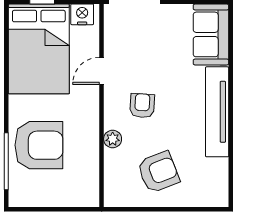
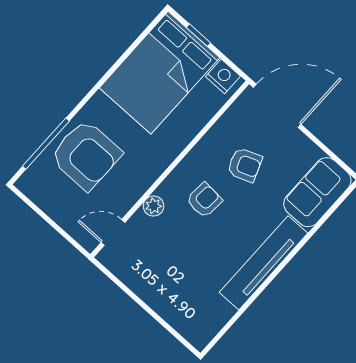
door: (102, 71) -> (113, 232), moved
armchair: (158, 172) -> (245, 165), moved, width x0.72, depth x0.72

